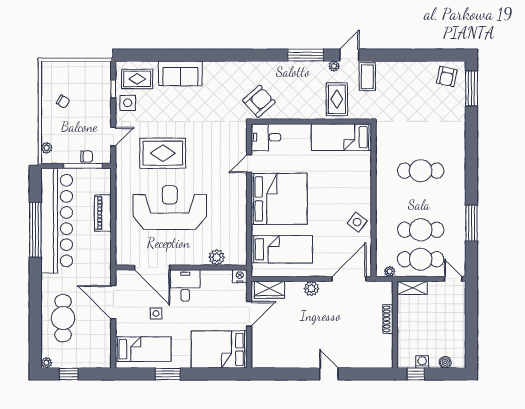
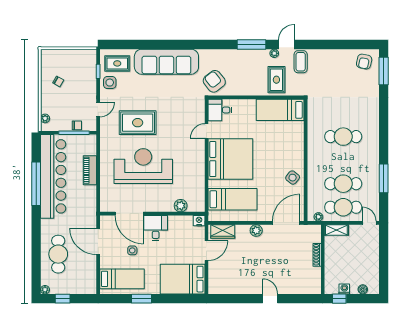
sofa: (180, 73) -> (166, 62), width x1.85, depth x1.27
armchair: (259, 101) -> (214, 81), turned -86

